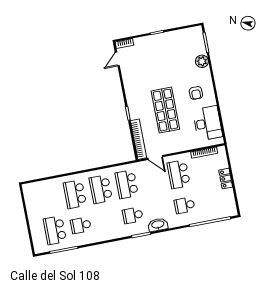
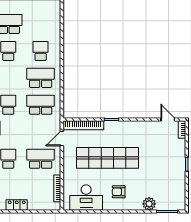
shop shelf: (165, 110) -> (107, 158), width x1.40
locker: (226, 179) -> (17, 205), moved
school desk: (75, 194) -> (41, 51), width x0.54

